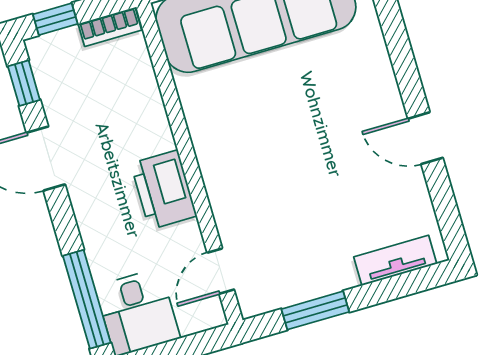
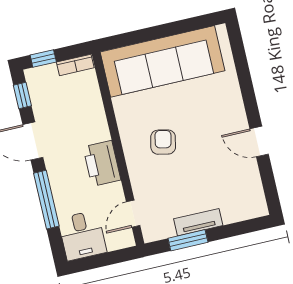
armchair: (264, 148) -> (163, 142), added
tv unit: (395, 260) -> (198, 222), moved
window: (87, 299) -> (46, 200), moved

